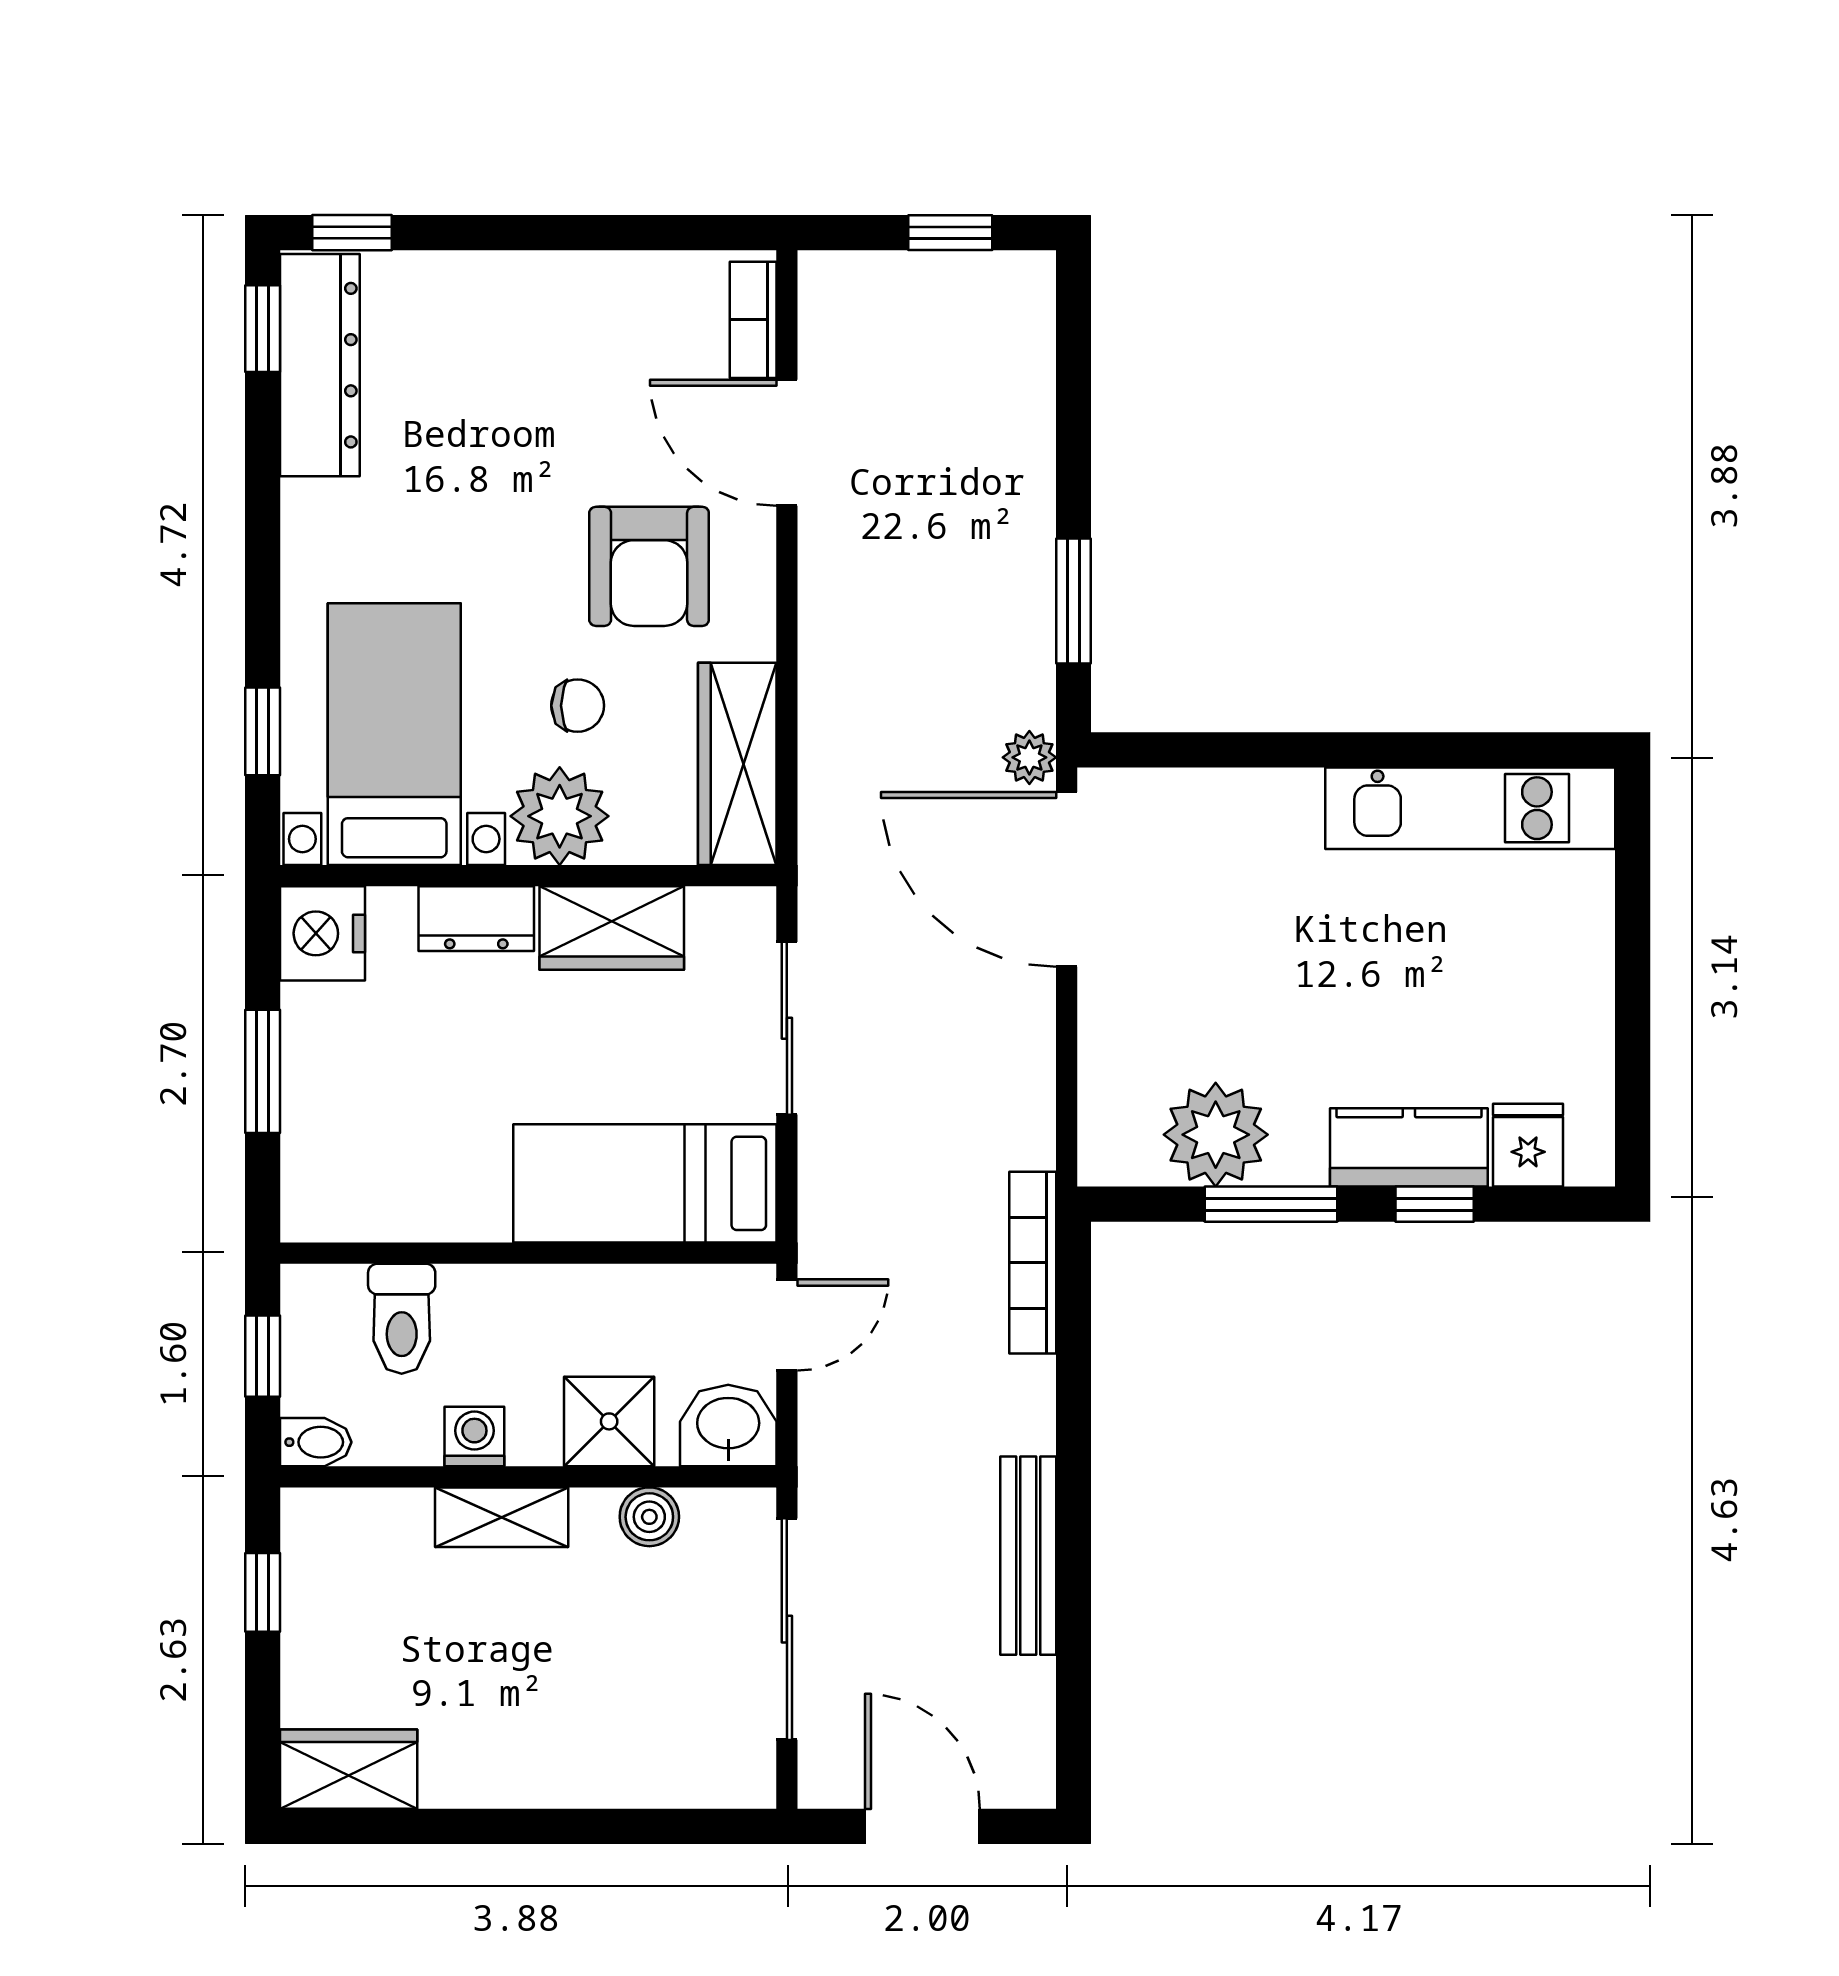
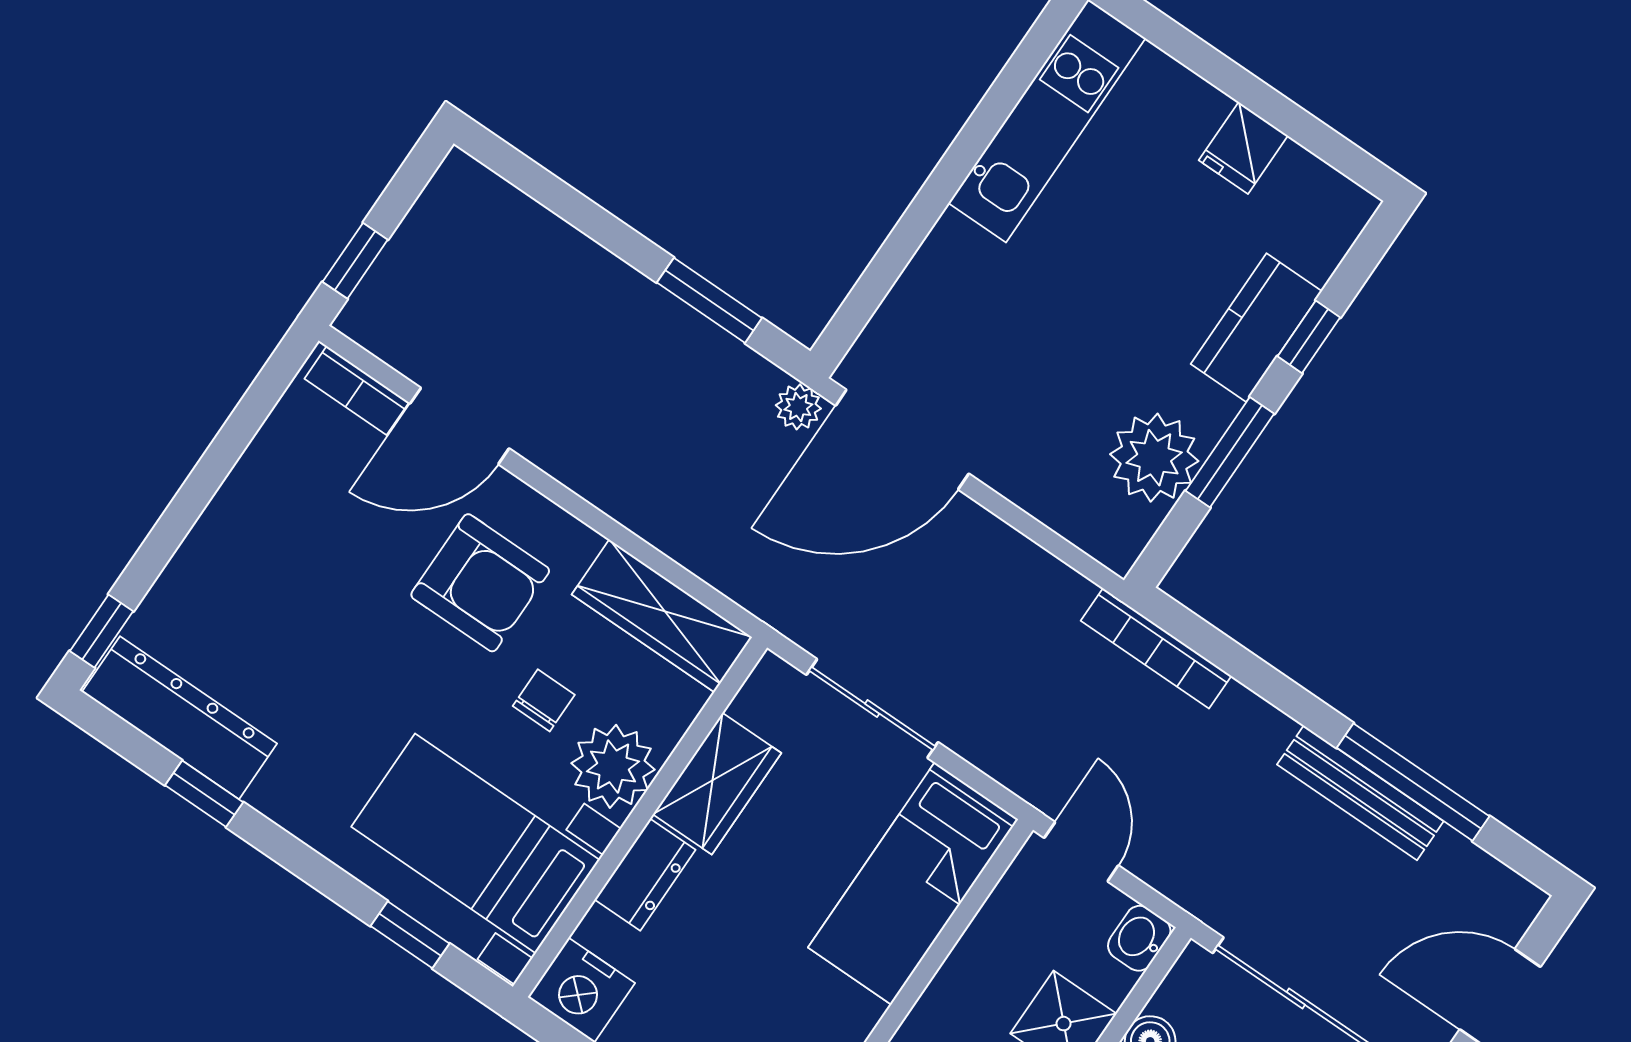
window: (950, 233) -> (355, 261), moved
window: (263, 329) -> (204, 794), moved
fridge: (1528, 1145) -> (1243, 148), moved, turned -90
washbasin: (728, 1426) -> (1139, 938), width x0.72, depth x0.69
window: (1074, 1599) -> (1413, 782), added

